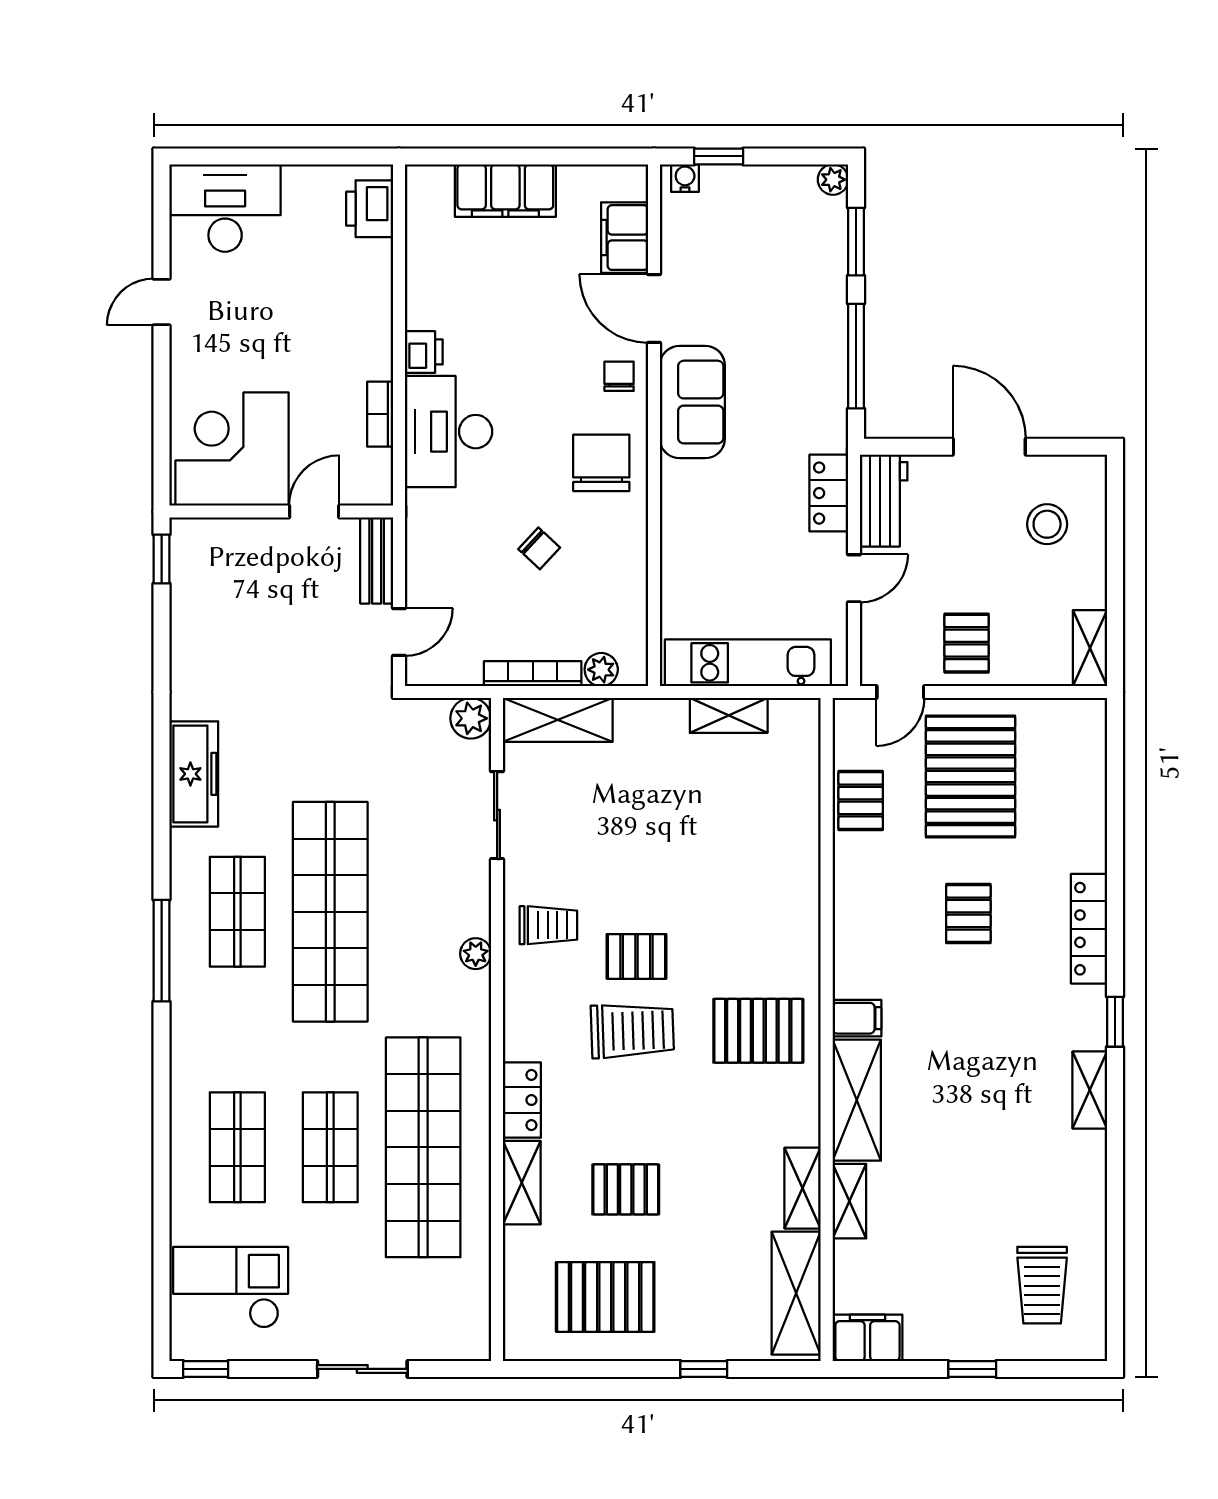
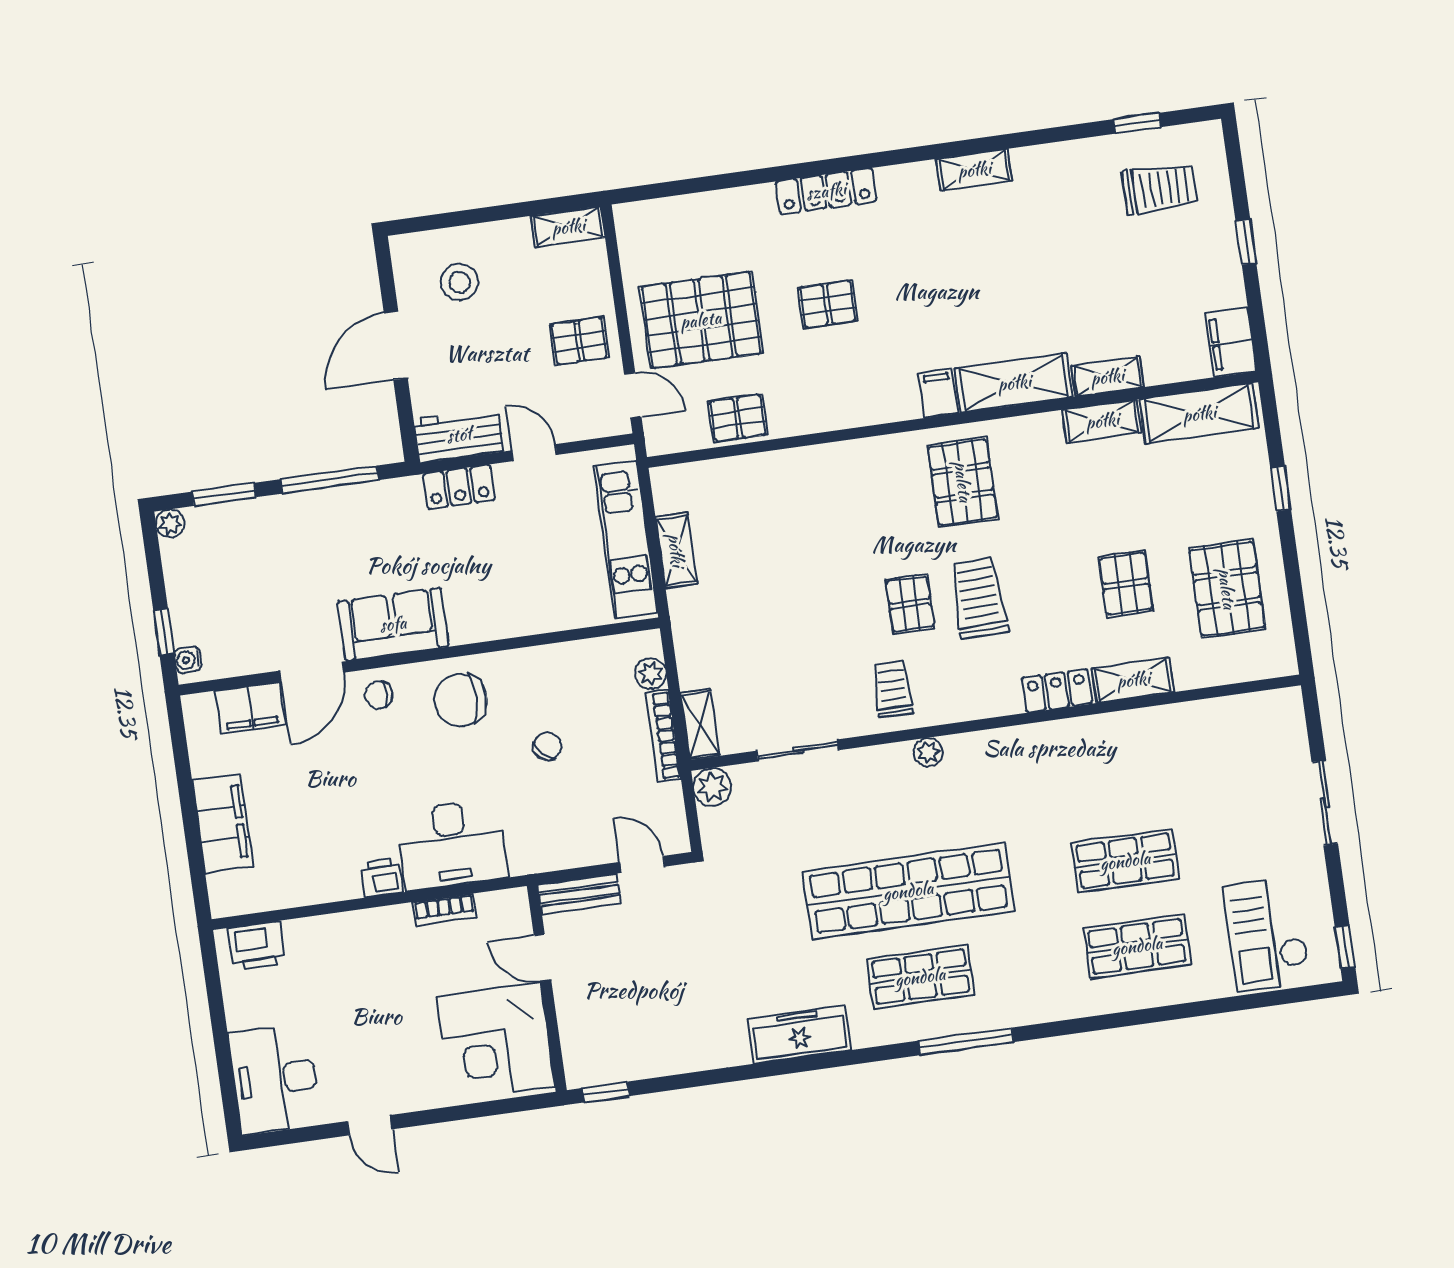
shelving: (558, 720) -> (700, 724), width x0.67, depth x0.75
window: (1115, 1022) -> (1137, 123), moved
shop shelf: (423, 1147) -> (1113, 775), removed

